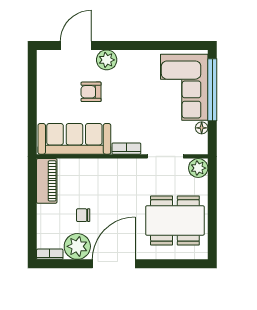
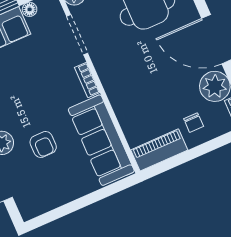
chair: (83, 215) -> (194, 123), moved

